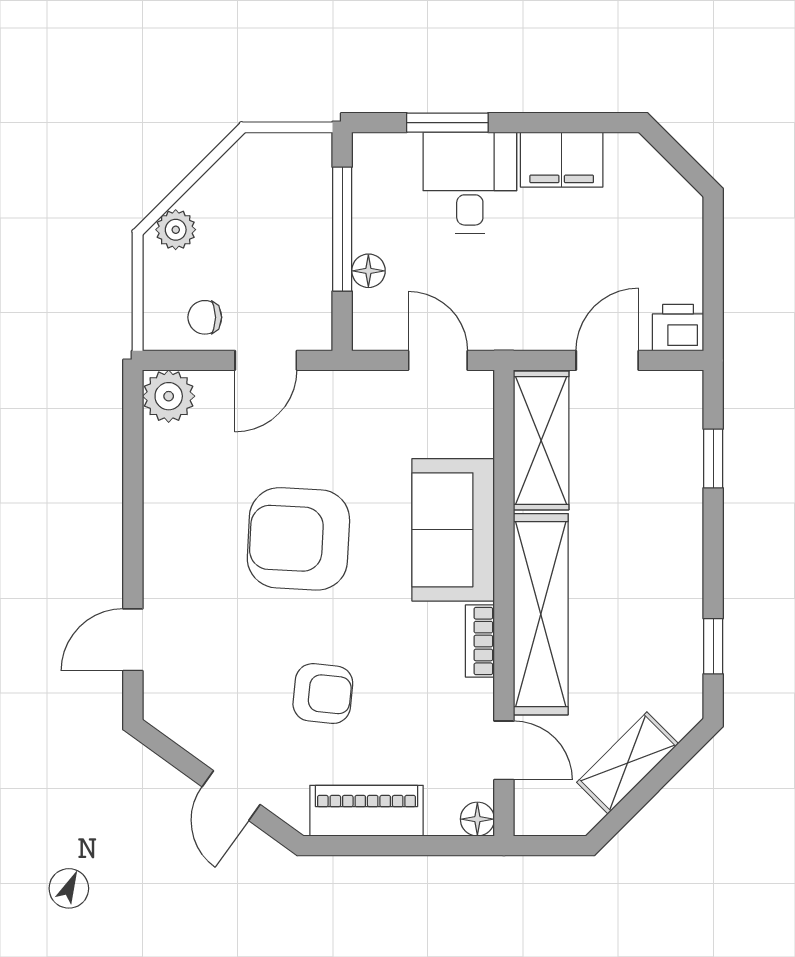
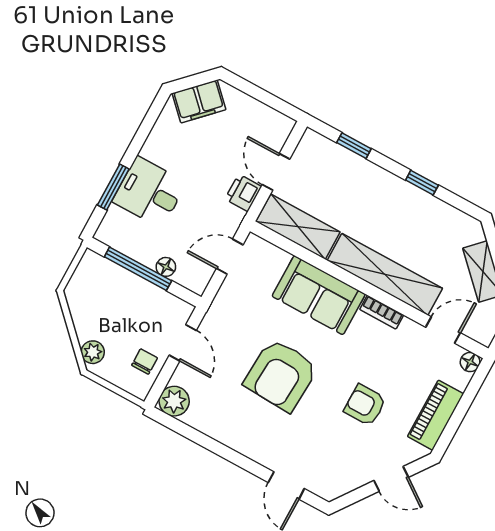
filing cabinet: (562, 160) -> (199, 101), moved, turned 45
chair: (205, 317) -> (145, 362), turned 180
printer: (678, 328) -> (243, 193), moved
window: (713, 646) -> (422, 183), moved
armchair: (323, 694) -> (365, 405), turned -96

